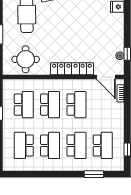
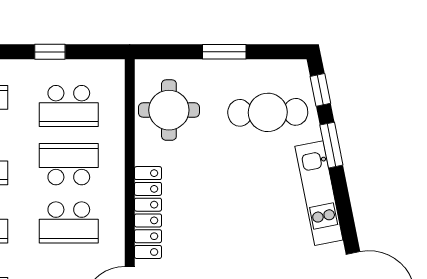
school desk: (50, 105) -> (69, 164), turned 180

